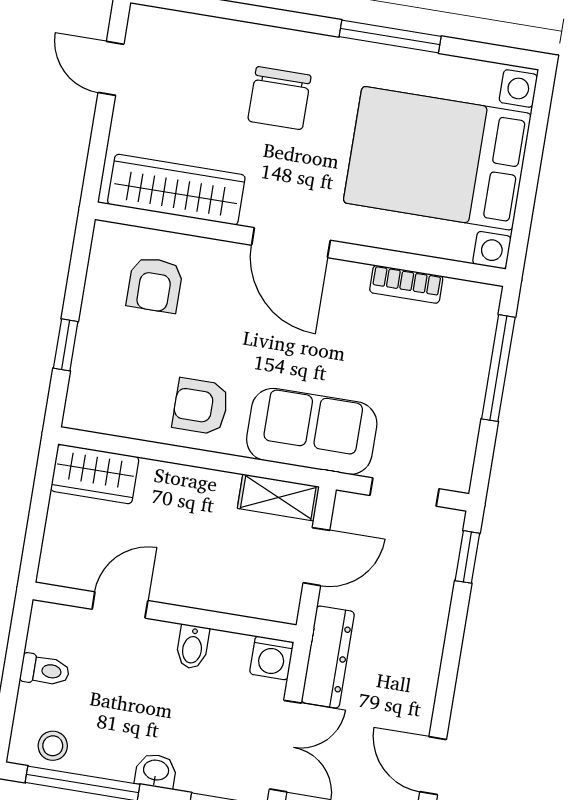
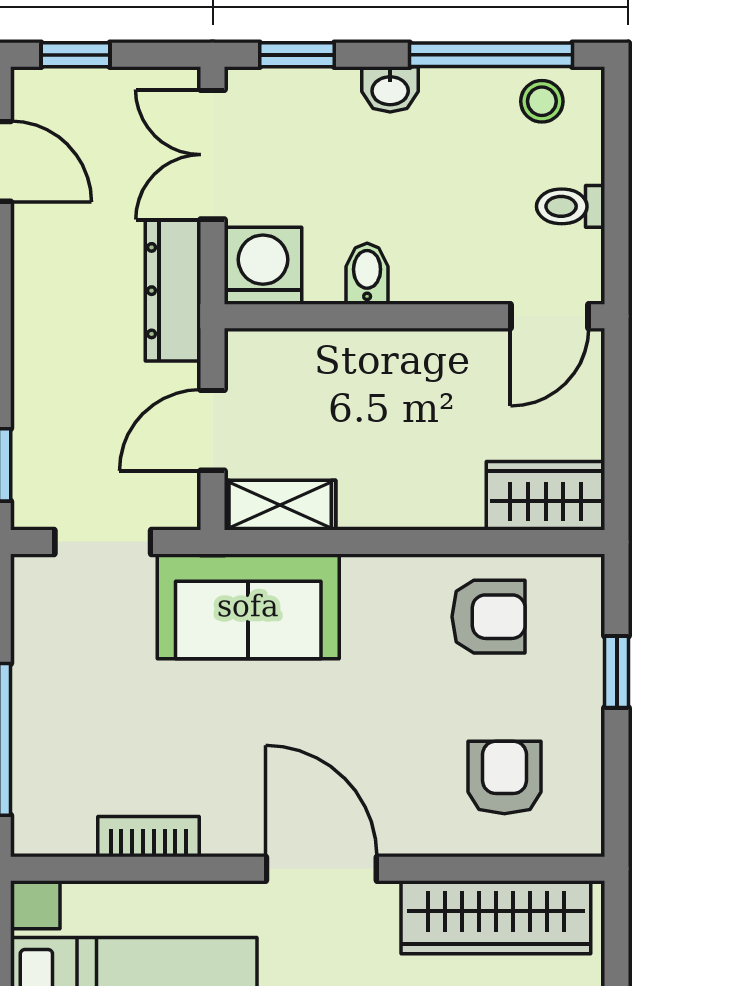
armchair: (201, 406) -> (489, 617), moved
door: (120, 605) -> (549, 316), moved
washing machine: (272, 658) -> (263, 266), width x1.38, depth x1.38

